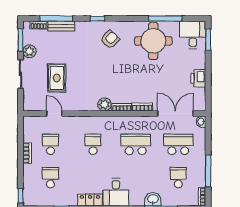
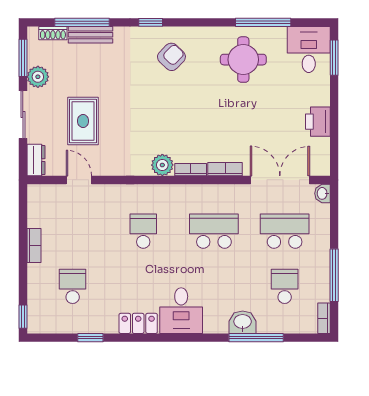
round table: (153, 41) -> (243, 60), width x0.73, depth x0.73
dresser: (28, 102) -> (36, 160), added
school desk: (50, 144) -> (73, 231), removed

